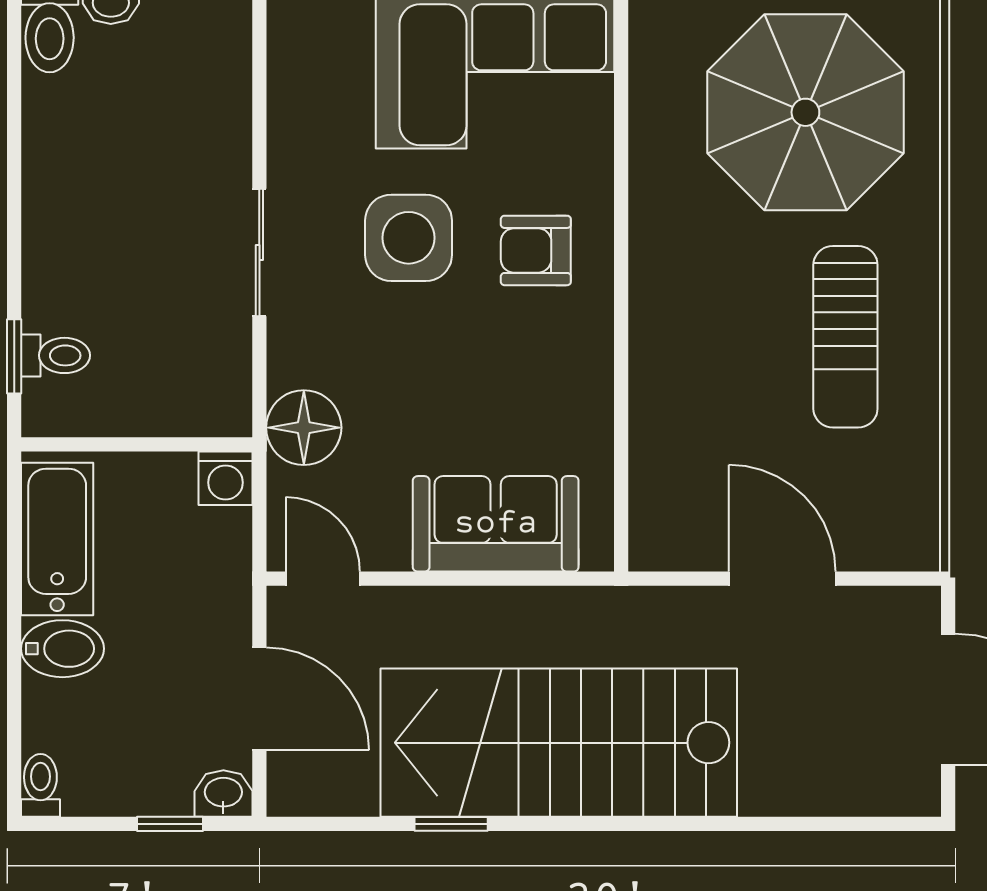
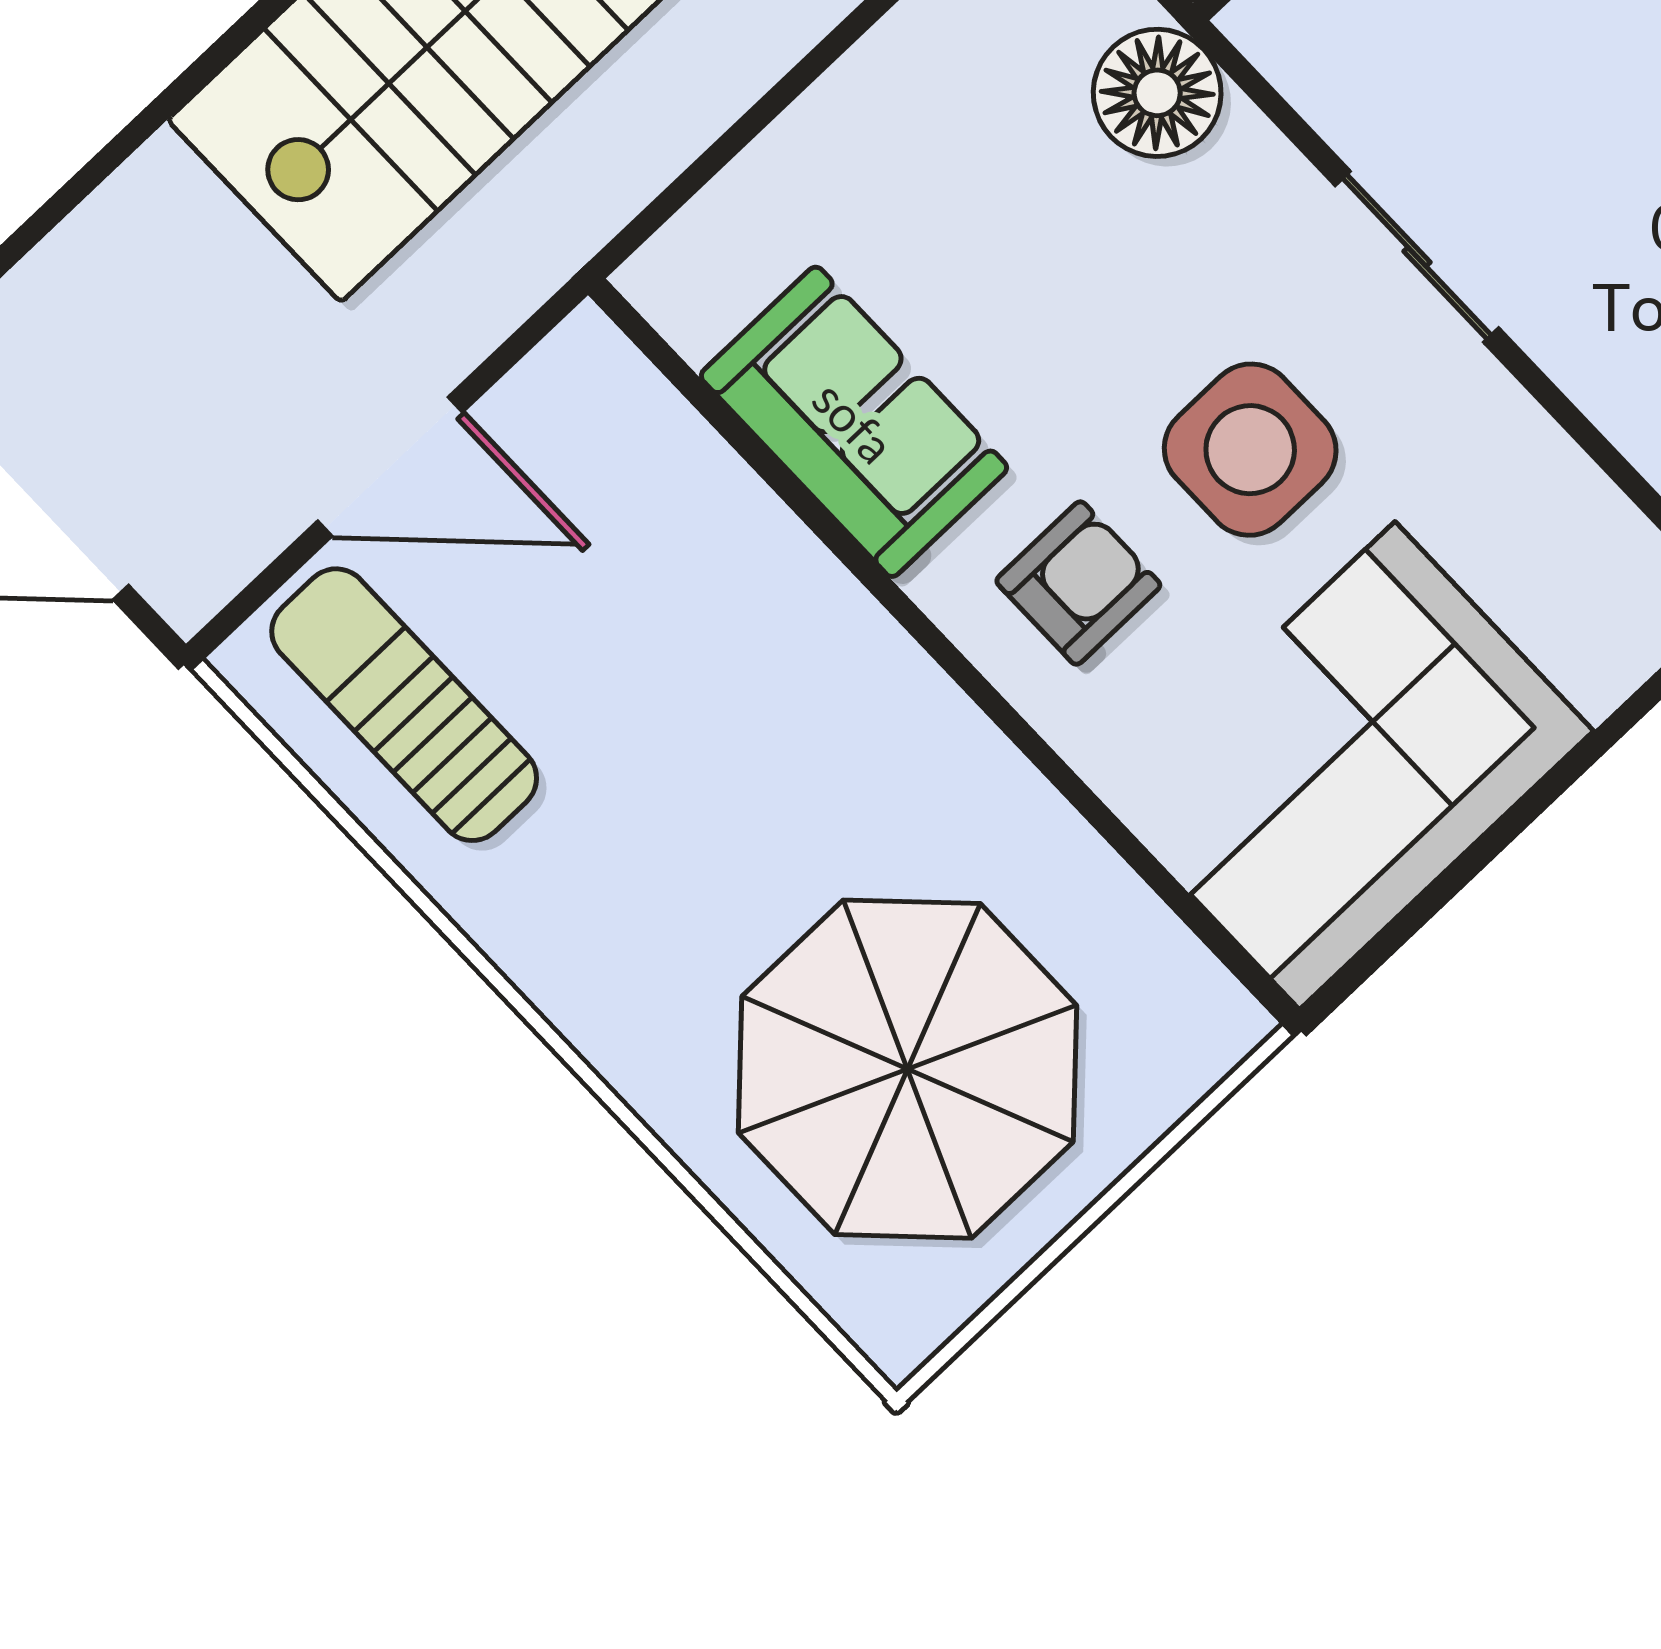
sun lounger: (845, 337) -> (404, 705), moved
sofa: (496, 524) -> (854, 422), moved, turned -90

